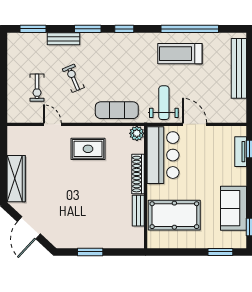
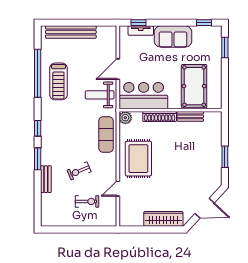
window: (33, 29) -> (38, 205), removed
rug: (88, 149) -> (138, 159), width x1.36, depth x1.43
sofa: (233, 208) -> (173, 36), moved

